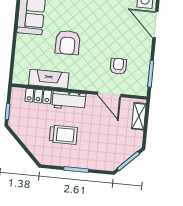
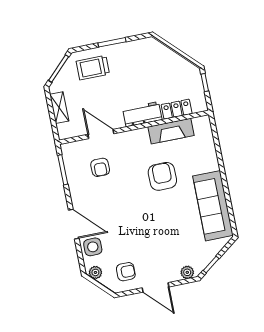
shelving: (139, 116) -> (59, 108), moved
trolley: (63, 135) -> (93, 68), moved

